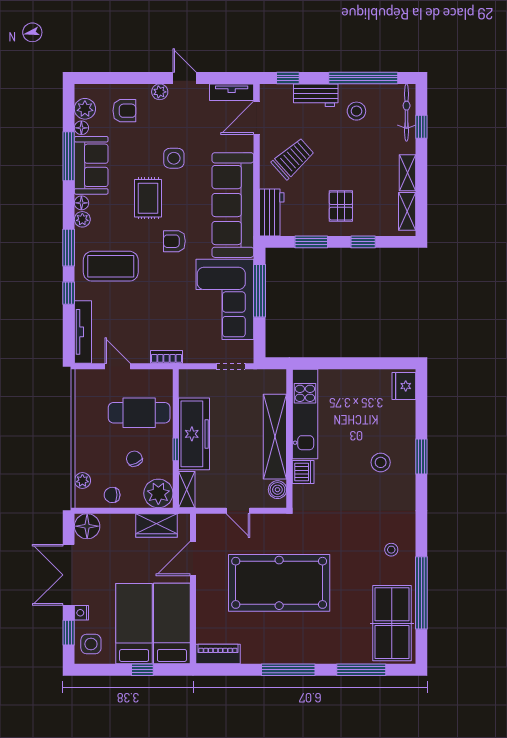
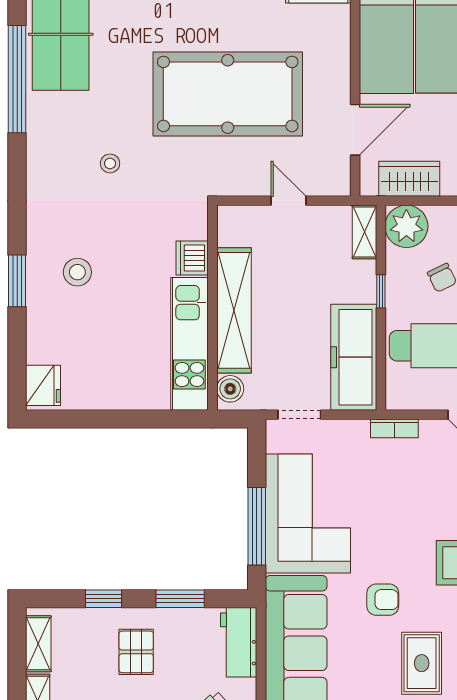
freezer: (194, 434) -> (354, 357), moved
boiler: (277, 490) -> (230, 389), moved
stool: (391, 550) -> (110, 163), moved

